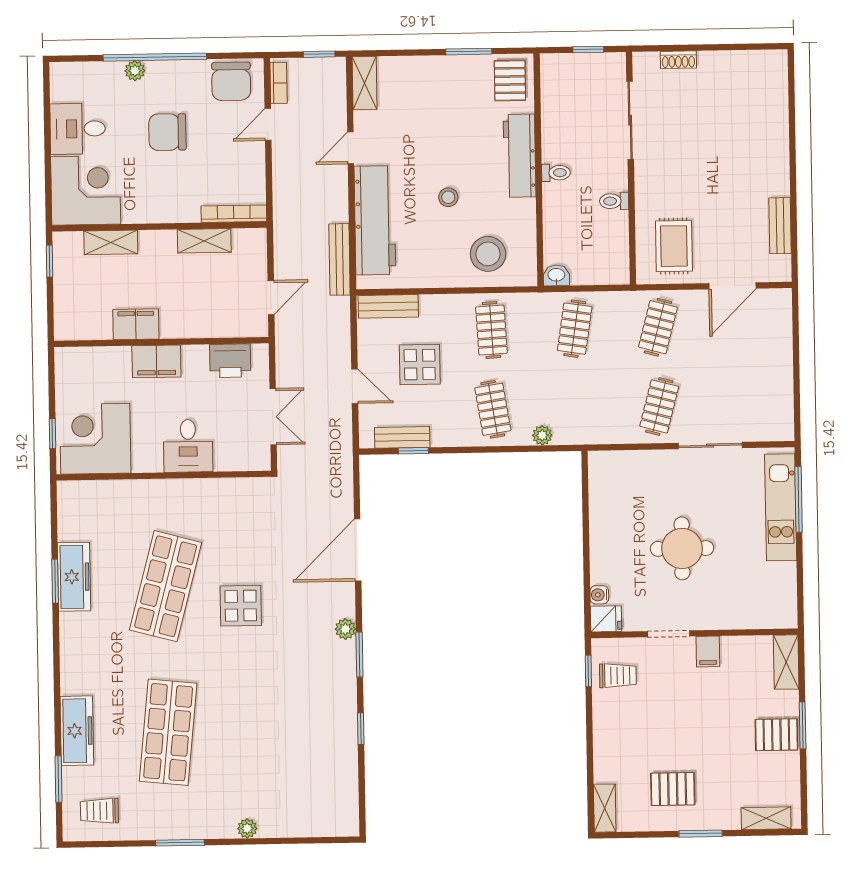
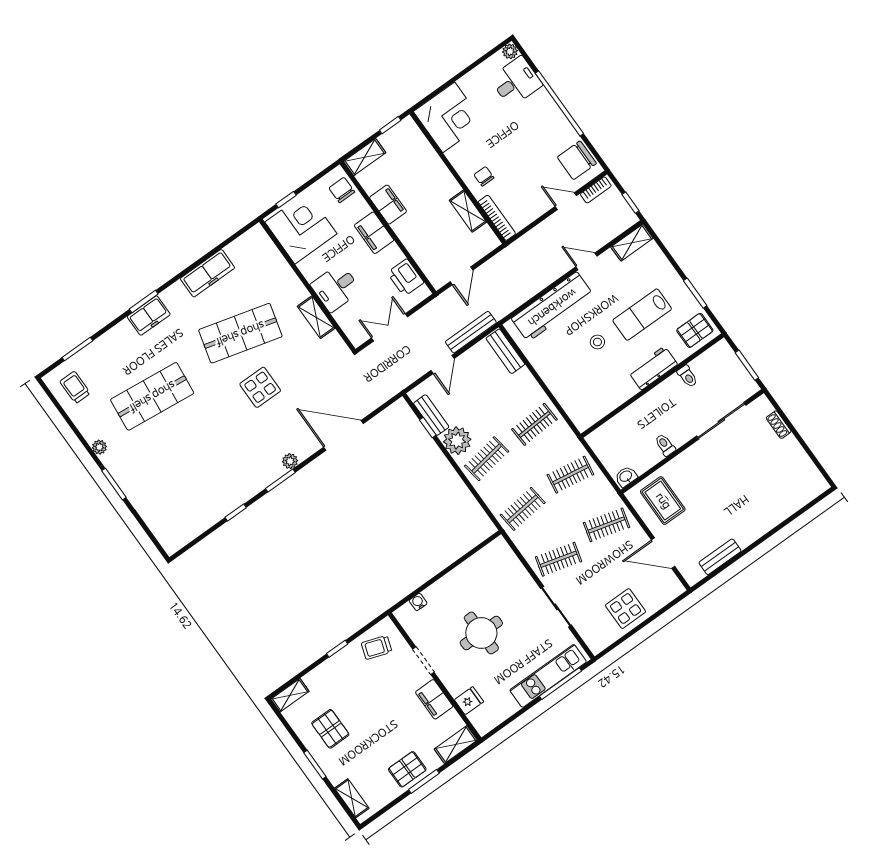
window: (588, 49) -> (747, 365), width x1.50
plant: (135, 71) -> (510, 51), moved
lab bench: (452, 127) -> (642, 315), added
desk: (78, 129) -> (516, 82), moved, turned 90
chair: (167, 132) -> (484, 176), moved, width x0.54, depth x0.54
workbench: (520, 156) -> (653, 368), width x0.73
toilet: (556, 173) -> (687, 376), moved
shelving: (111, 242) -> (365, 157), moved, turned 90
rug: (674, 246) -> (663, 501), turned 90
stool: (488, 254) -> (580, 390), removed
bench: (339, 259) -> (471, 332), moved
washbasin: (556, 275) -> (626, 477), moved, turned -90
door: (271, 297) -> (461, 276), hinge flipped
chair: (84, 364) -> (342, 190), added
display table: (420, 365) -> (626, 609), moved
clothes rail: (576, 408) -> (523, 509), added
double door: (273, 417) -> (389, 327), swing flipped
plant: (542, 435) -> (457, 441), moved, width x1.87, depth x1.87
shelving: (206, 490) -> (316, 317), added
window: (55, 581) -> (144, 302), moved
fridge: (606, 619) -> (469, 701), moved, turned -90
filing cabinet: (708, 652) -> (434, 699), width x2.00
window: (588, 671) -> (337, 649), moved
trolley: (618, 675) -> (377, 647), turned 109
freezer: (77, 731) -> (149, 315), moved, width x0.71
pallet: (776, 735) -> (407, 769), turned 90
plant: (247, 828) -> (99, 447), moved
window: (180, 843) -> (114, 484), moved

